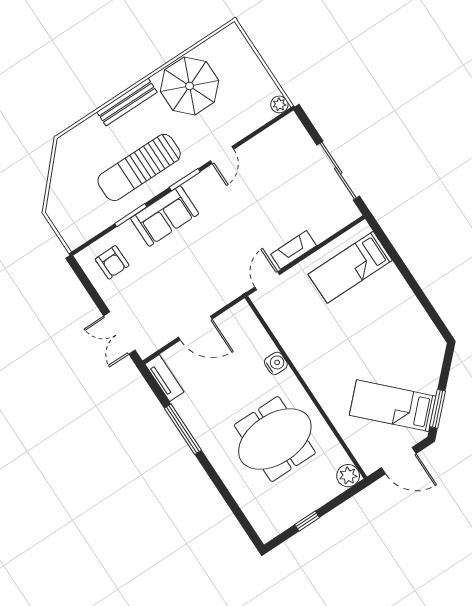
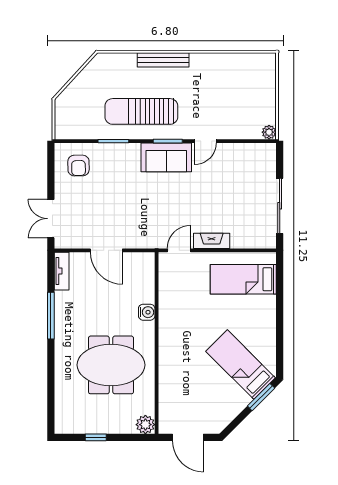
parasol: (190, 86) -> (214, 78), removed
sofa: (165, 216) -> (166, 157), moved
bed: (393, 406) -> (241, 365), moved
window: (438, 409) -> (261, 397), moved

